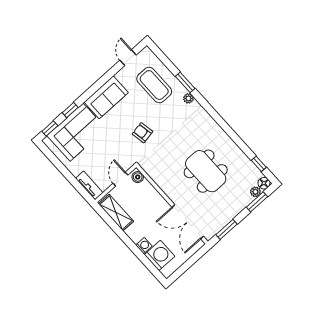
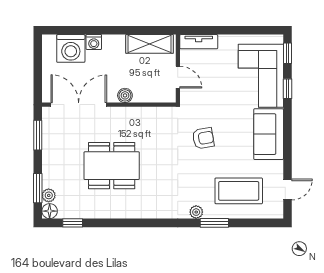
door: (128, 58) -> (288, 190), hinge flipped
boiler: (138, 177) -> (125, 95), moved

